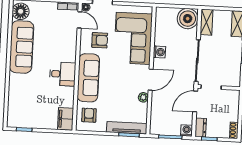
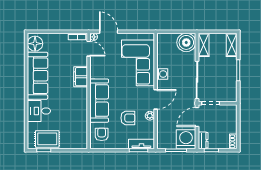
armchair: (100, 40) -> (128, 118), moved
desk: (63, 74) -> (39, 111), moved, turned 180
rug: (29, 117) -> (47, 139), added
filing cabinet: (66, 119) -> (81, 77), moved
tv unit: (127, 128) -> (141, 144), width x0.71
washing machine: (187, 131) -> (186, 139), width x1.89, depth x1.89

